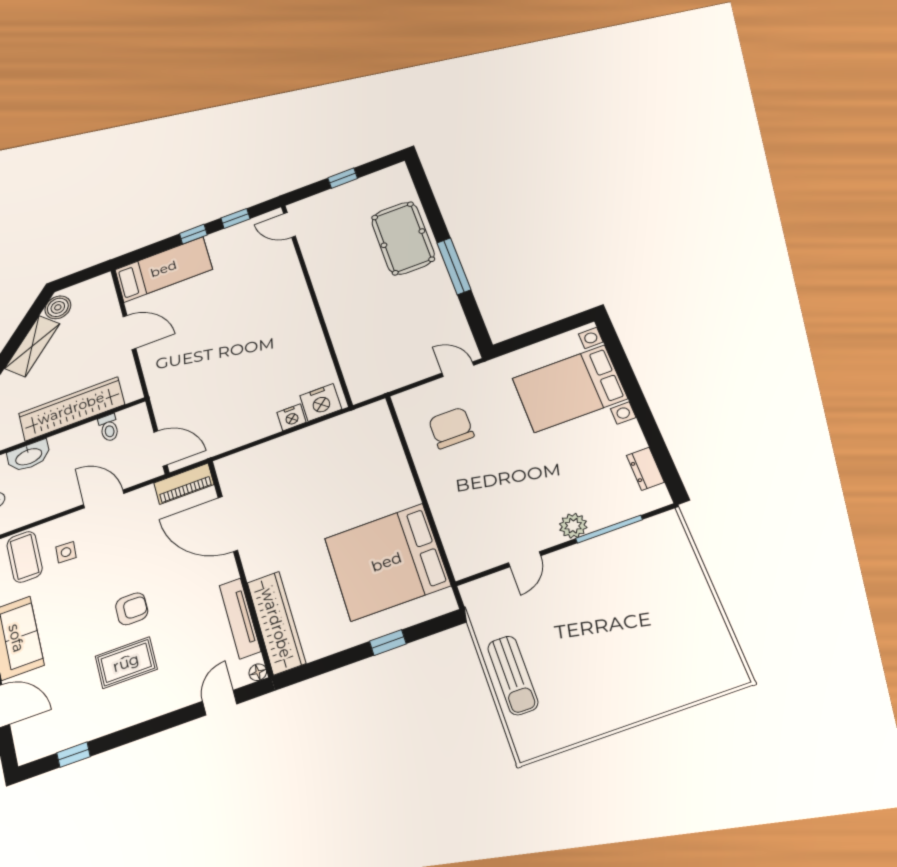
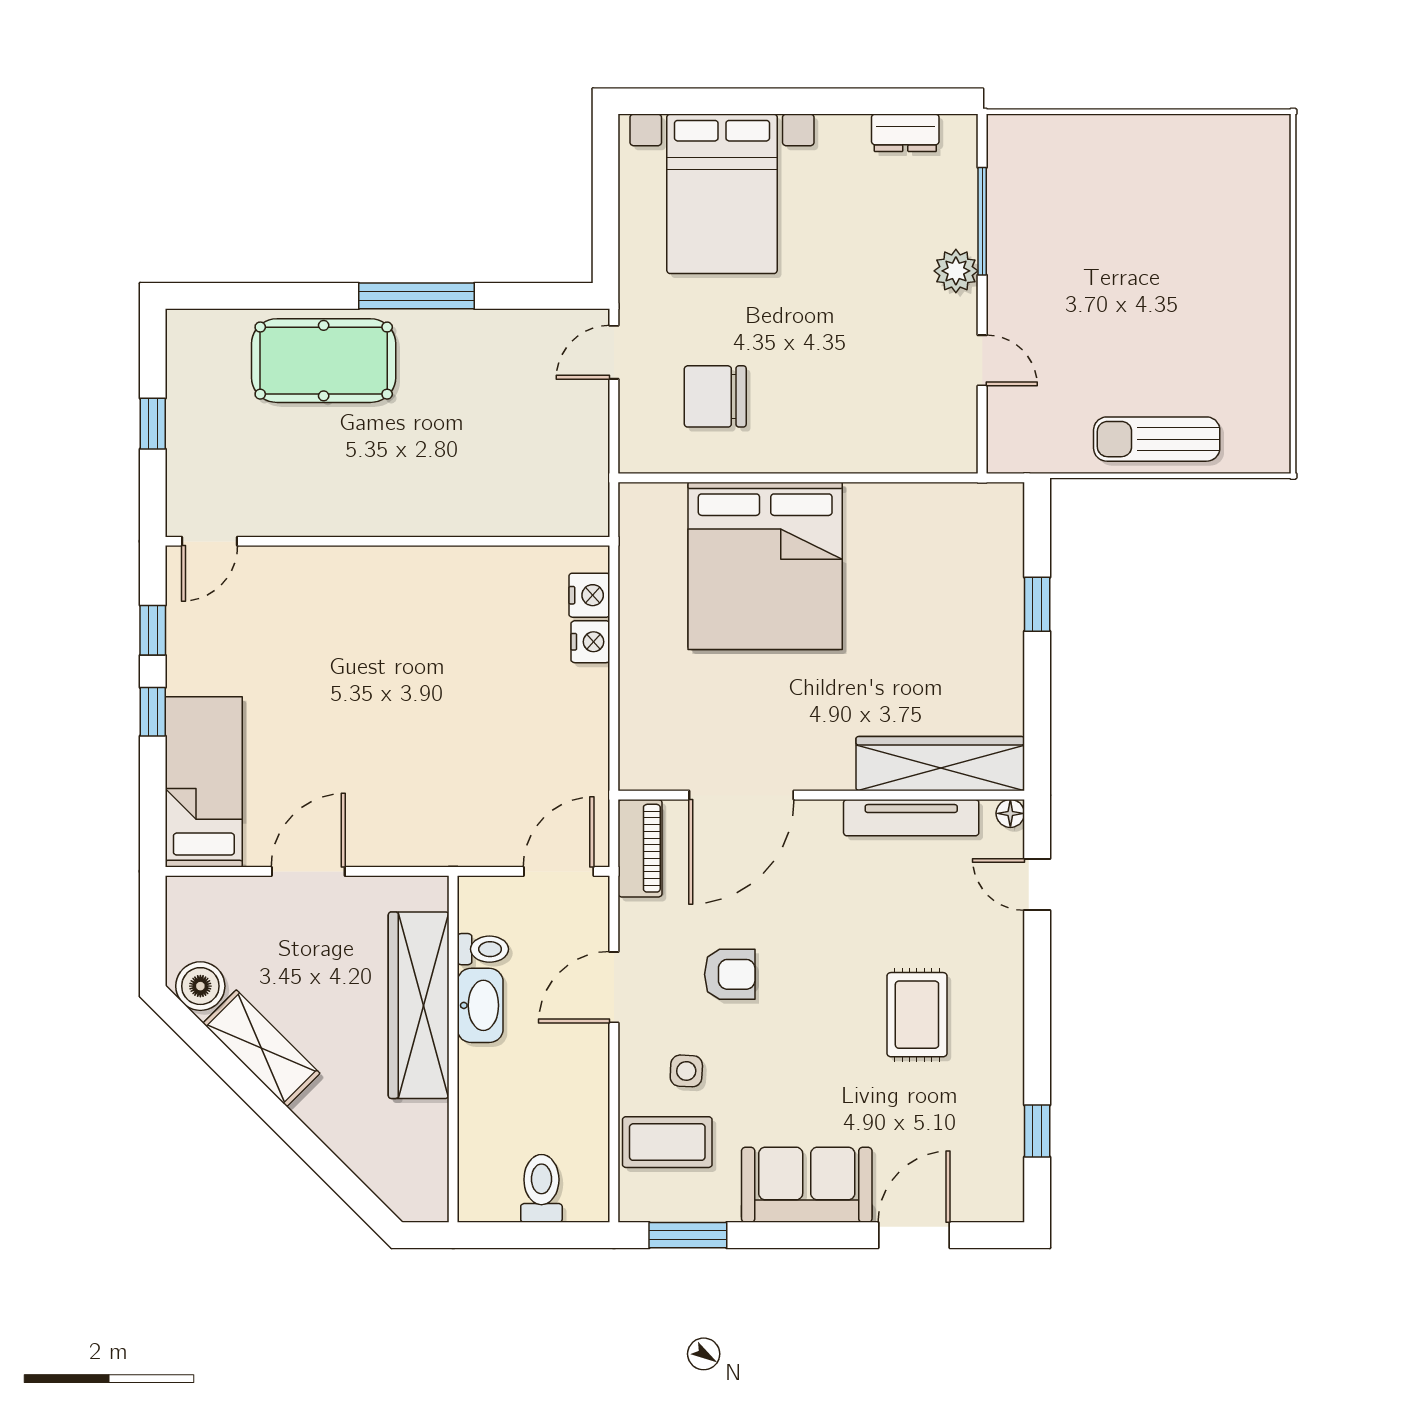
nightstand: (321, 403) -> (589, 595), width x0.74, depth x0.75
washbasin: (29, 456) -> (480, 1005), moved
bed: (387, 562) -> (765, 566), moved
armchair: (132, 609) -> (730, 974), moved, turned 90
sun lounger: (513, 675) -> (1157, 439), turned 180

